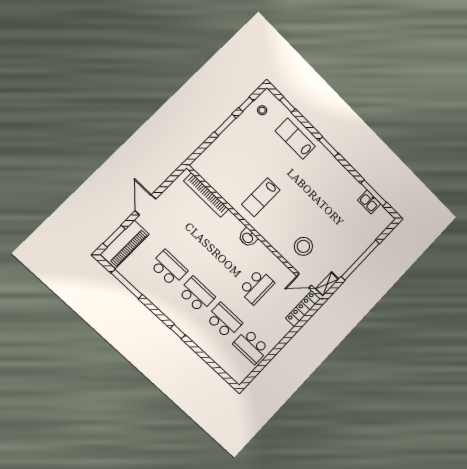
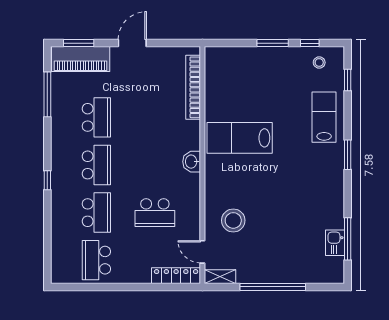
lab bench: (261, 197) -> (240, 138), width x1.36, depth x1.39

